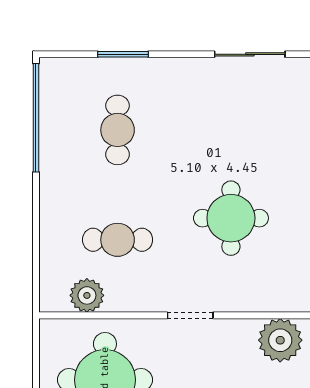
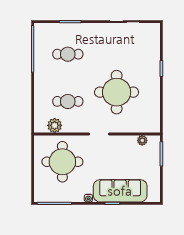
cafe table: (118, 130) -> (68, 54), turned 90
round table: (231, 218) -> (117, 92), width x1.36, depth x1.36
plant: (280, 340) -> (142, 140), width x0.53, depth x0.53

